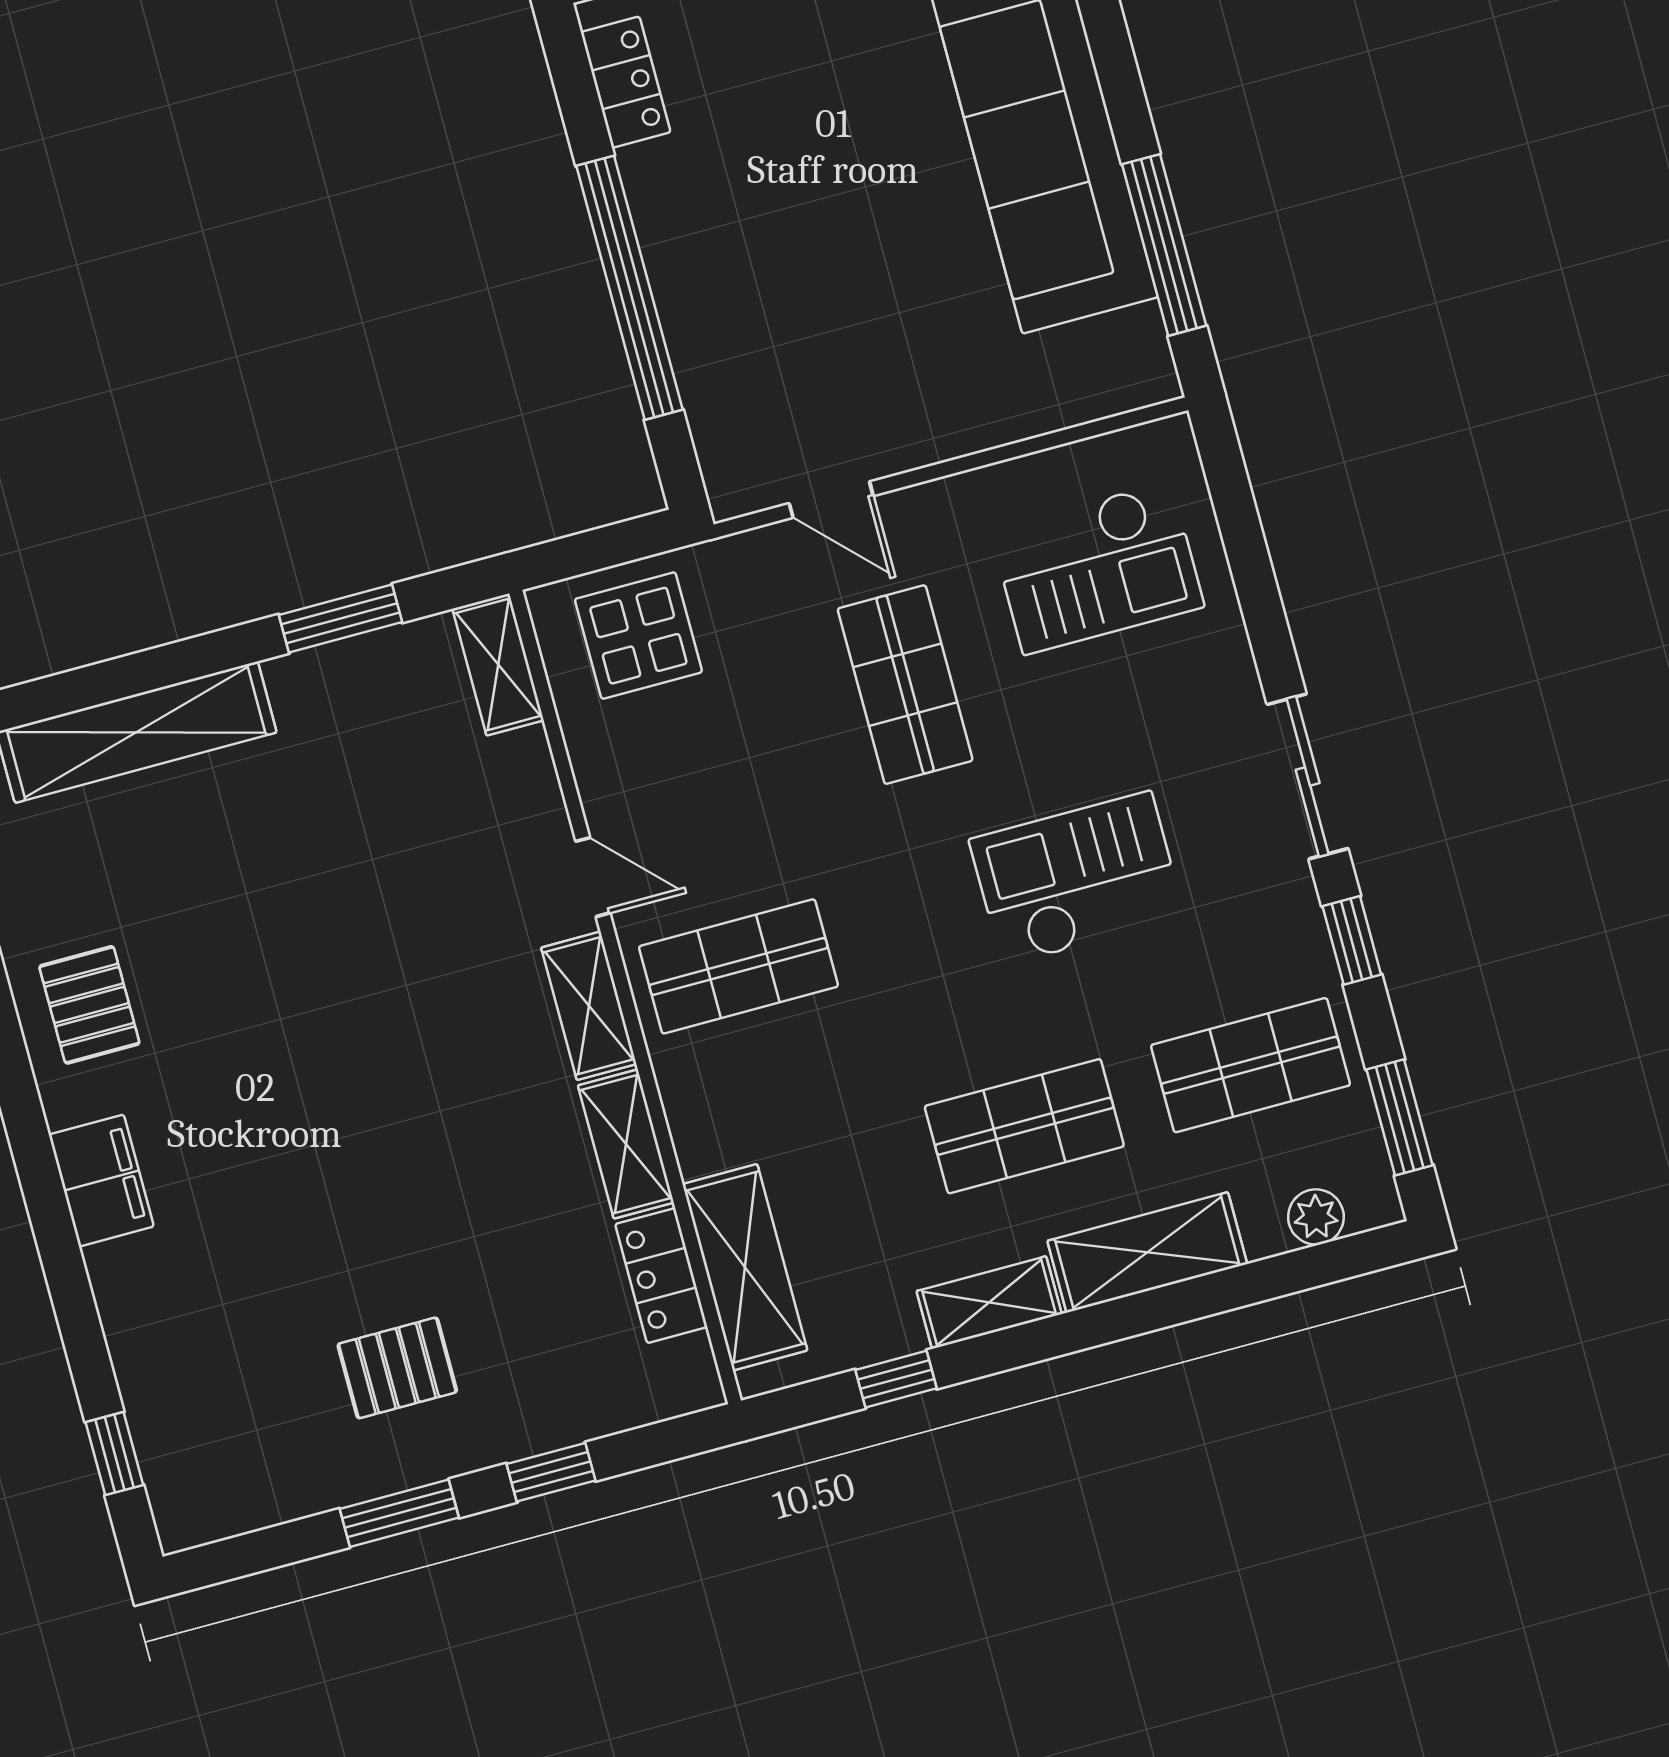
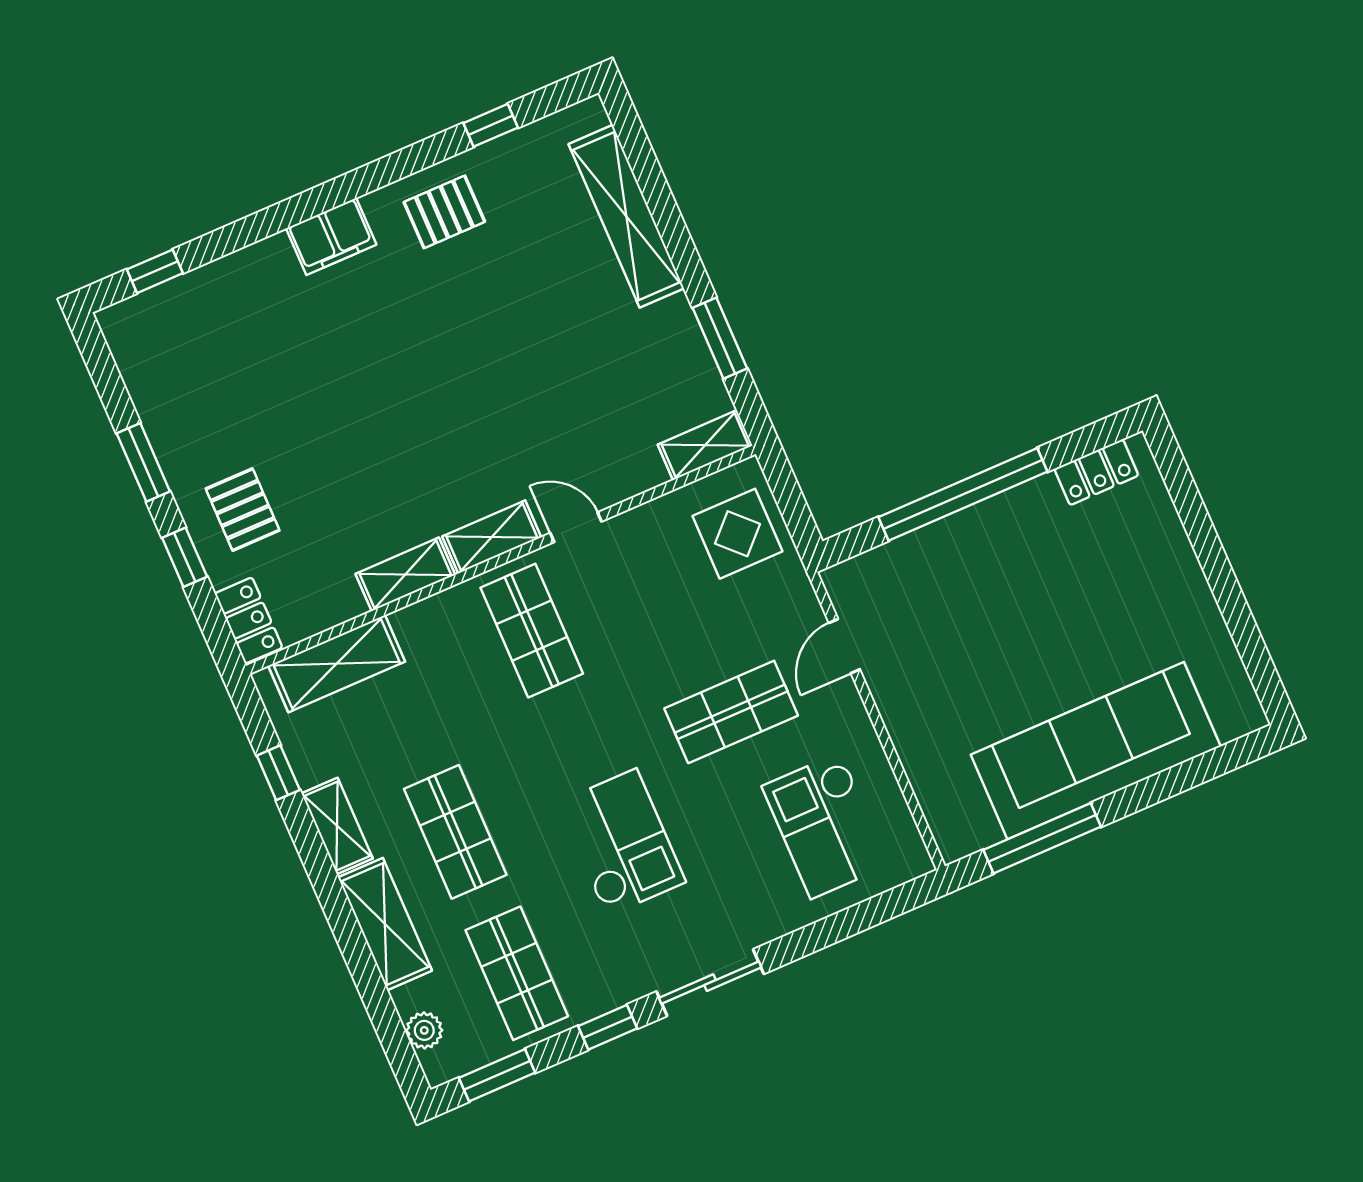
door: (593, 877) -> (576, 527), swing flipped
locker: (661, 1276) -> (249, 621), moved, turned 90
pallet: (397, 1368) -> (243, 510), moved

